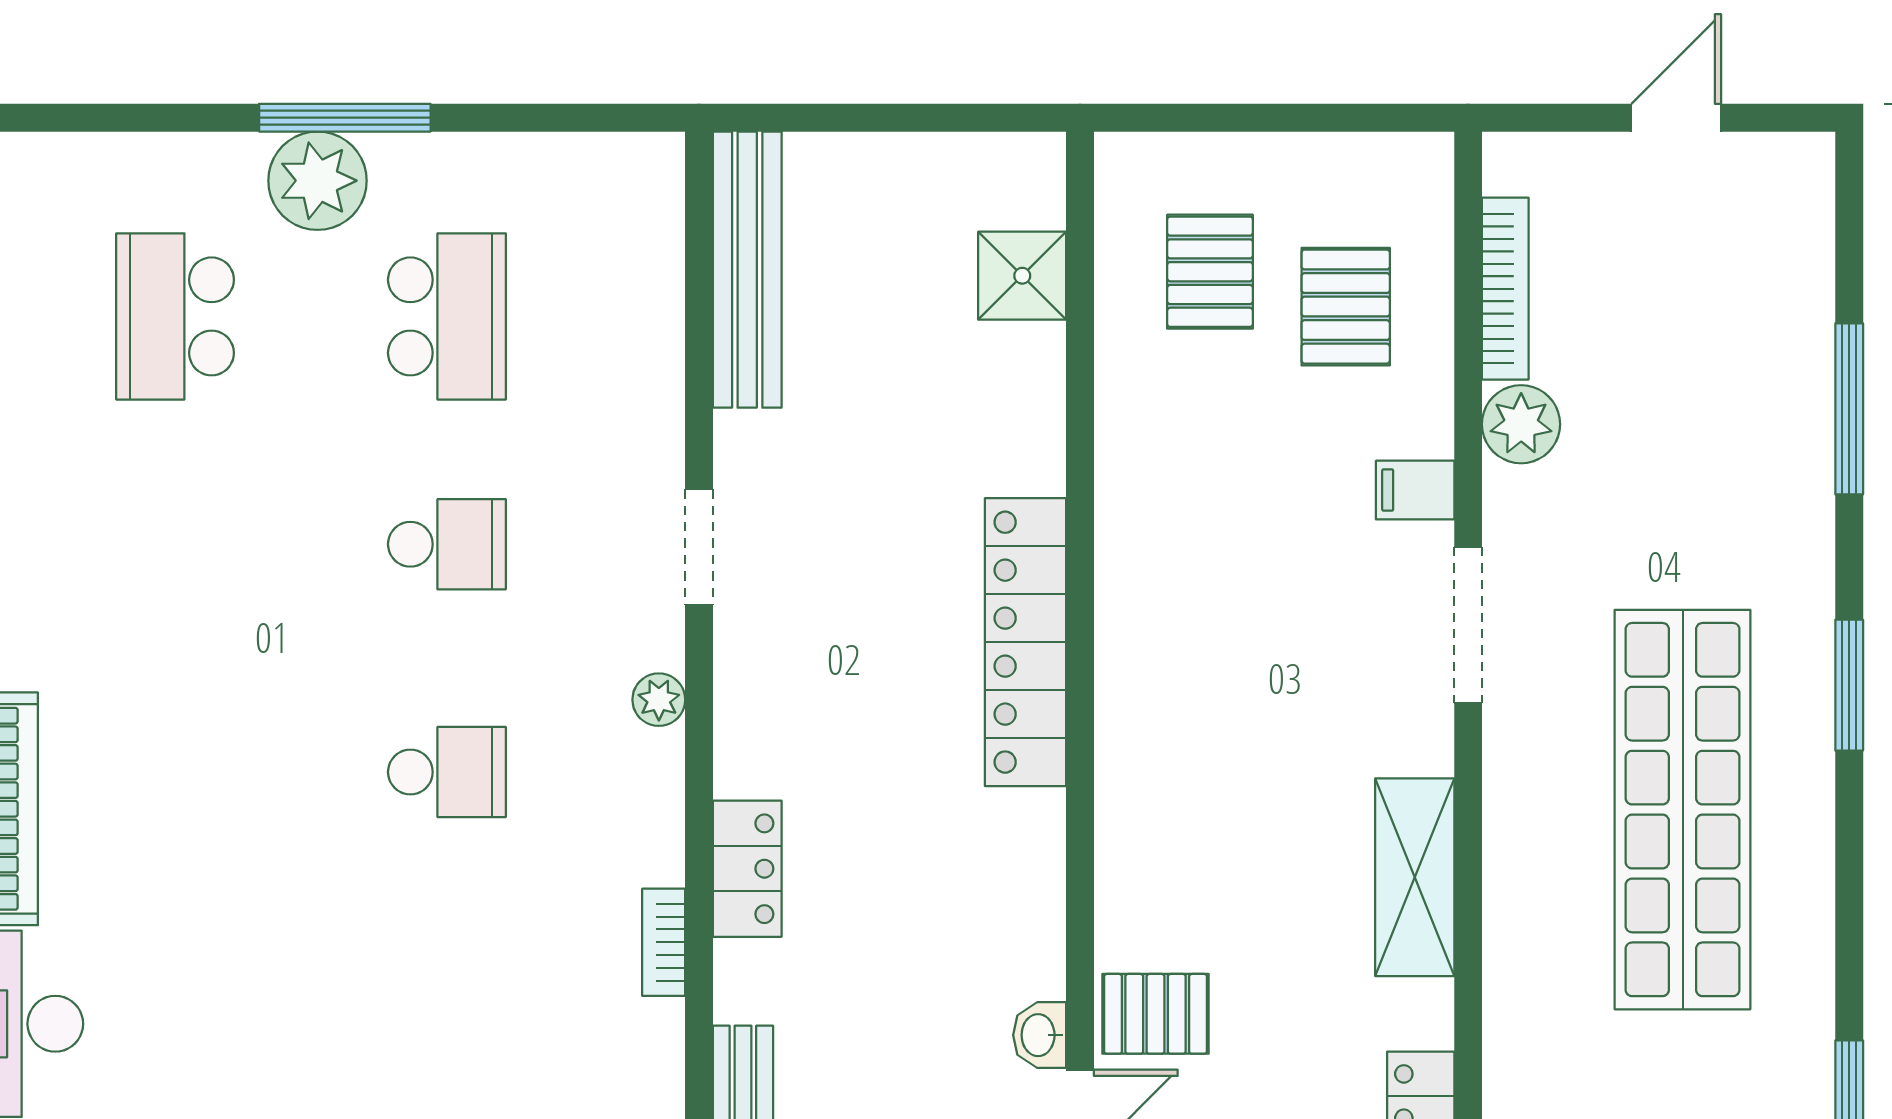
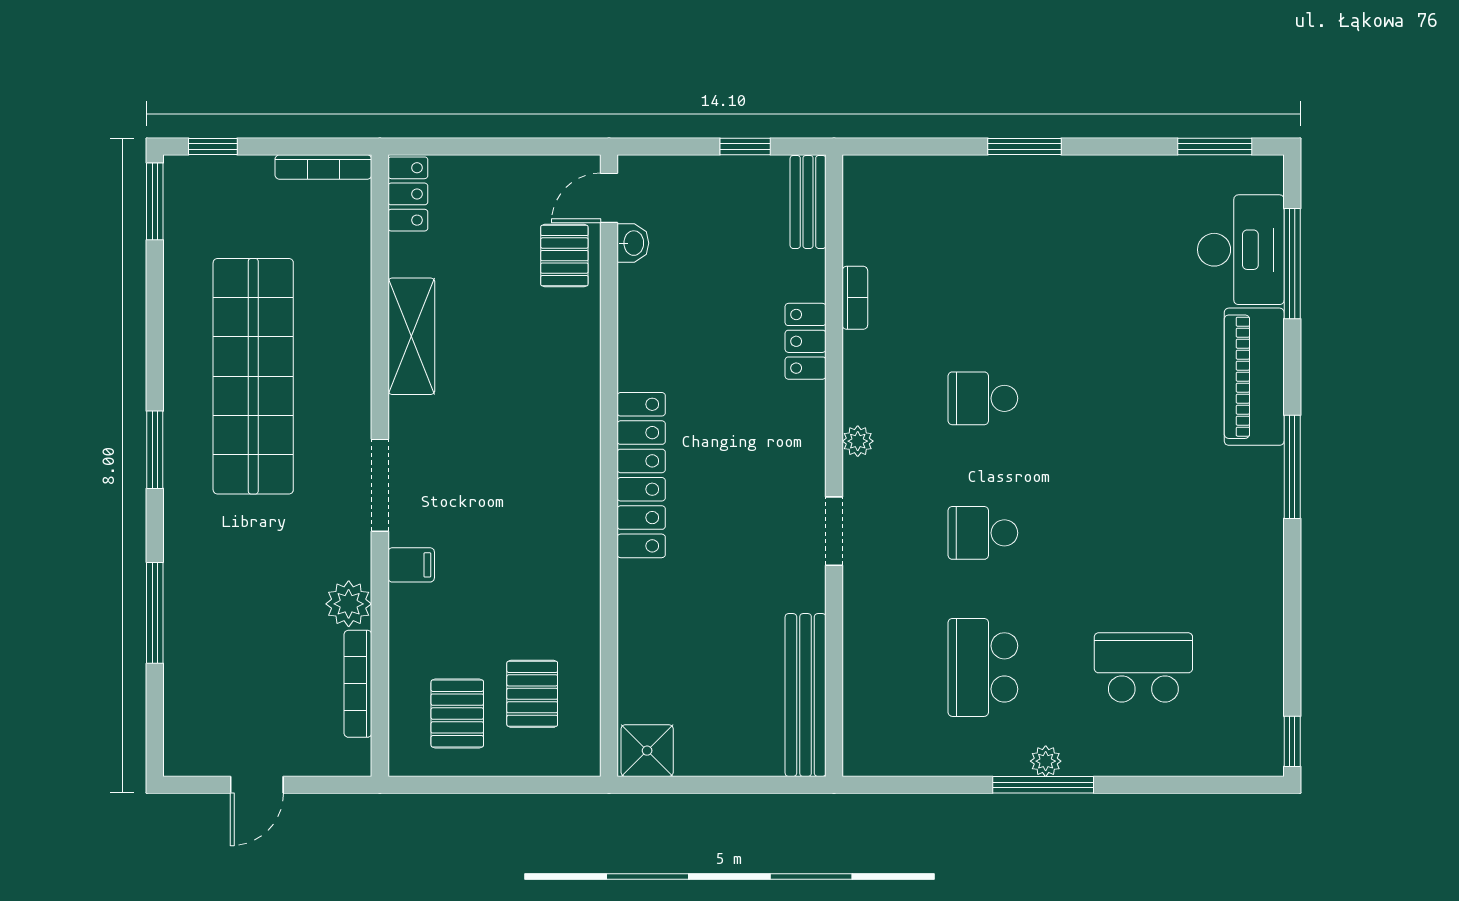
plant: (317, 181) -> (1046, 761), width x0.53, depth x0.53
shower: (1022, 276) -> (647, 751), moved
pallet: (1346, 307) -> (457, 714), moved
school desk: (175, 316) -> (1143, 667), turned -90
pallet: (1156, 1014) -> (564, 256), turned 90

